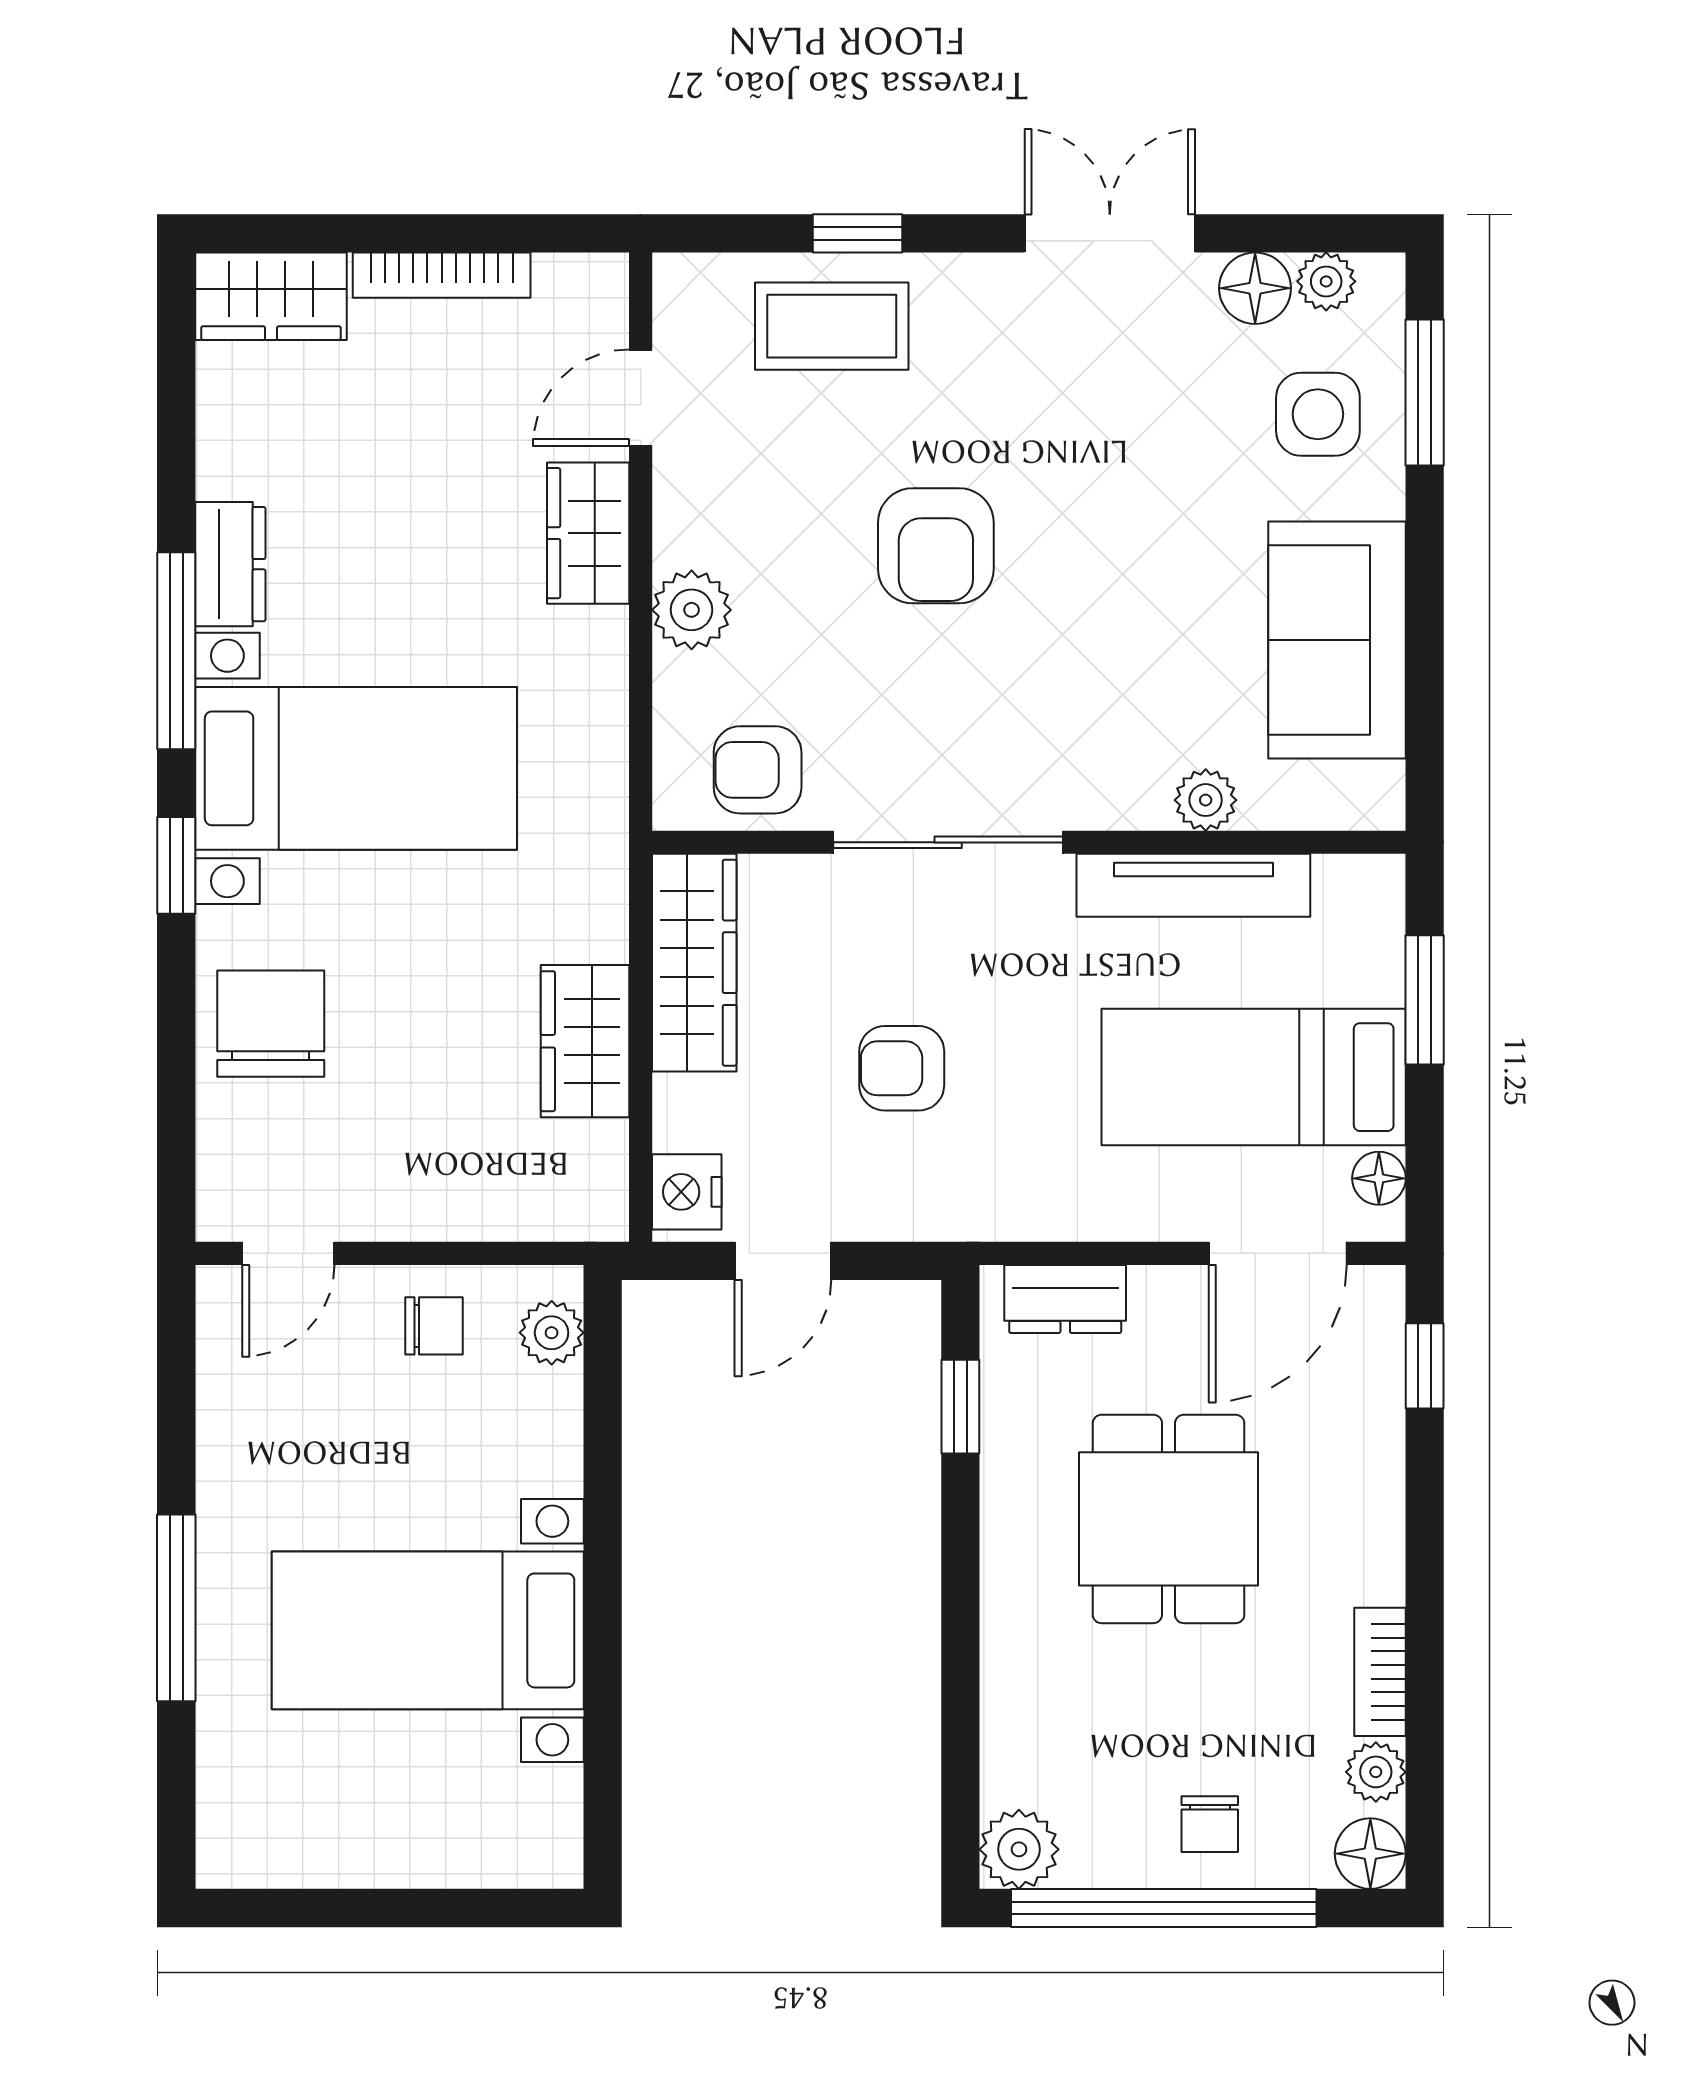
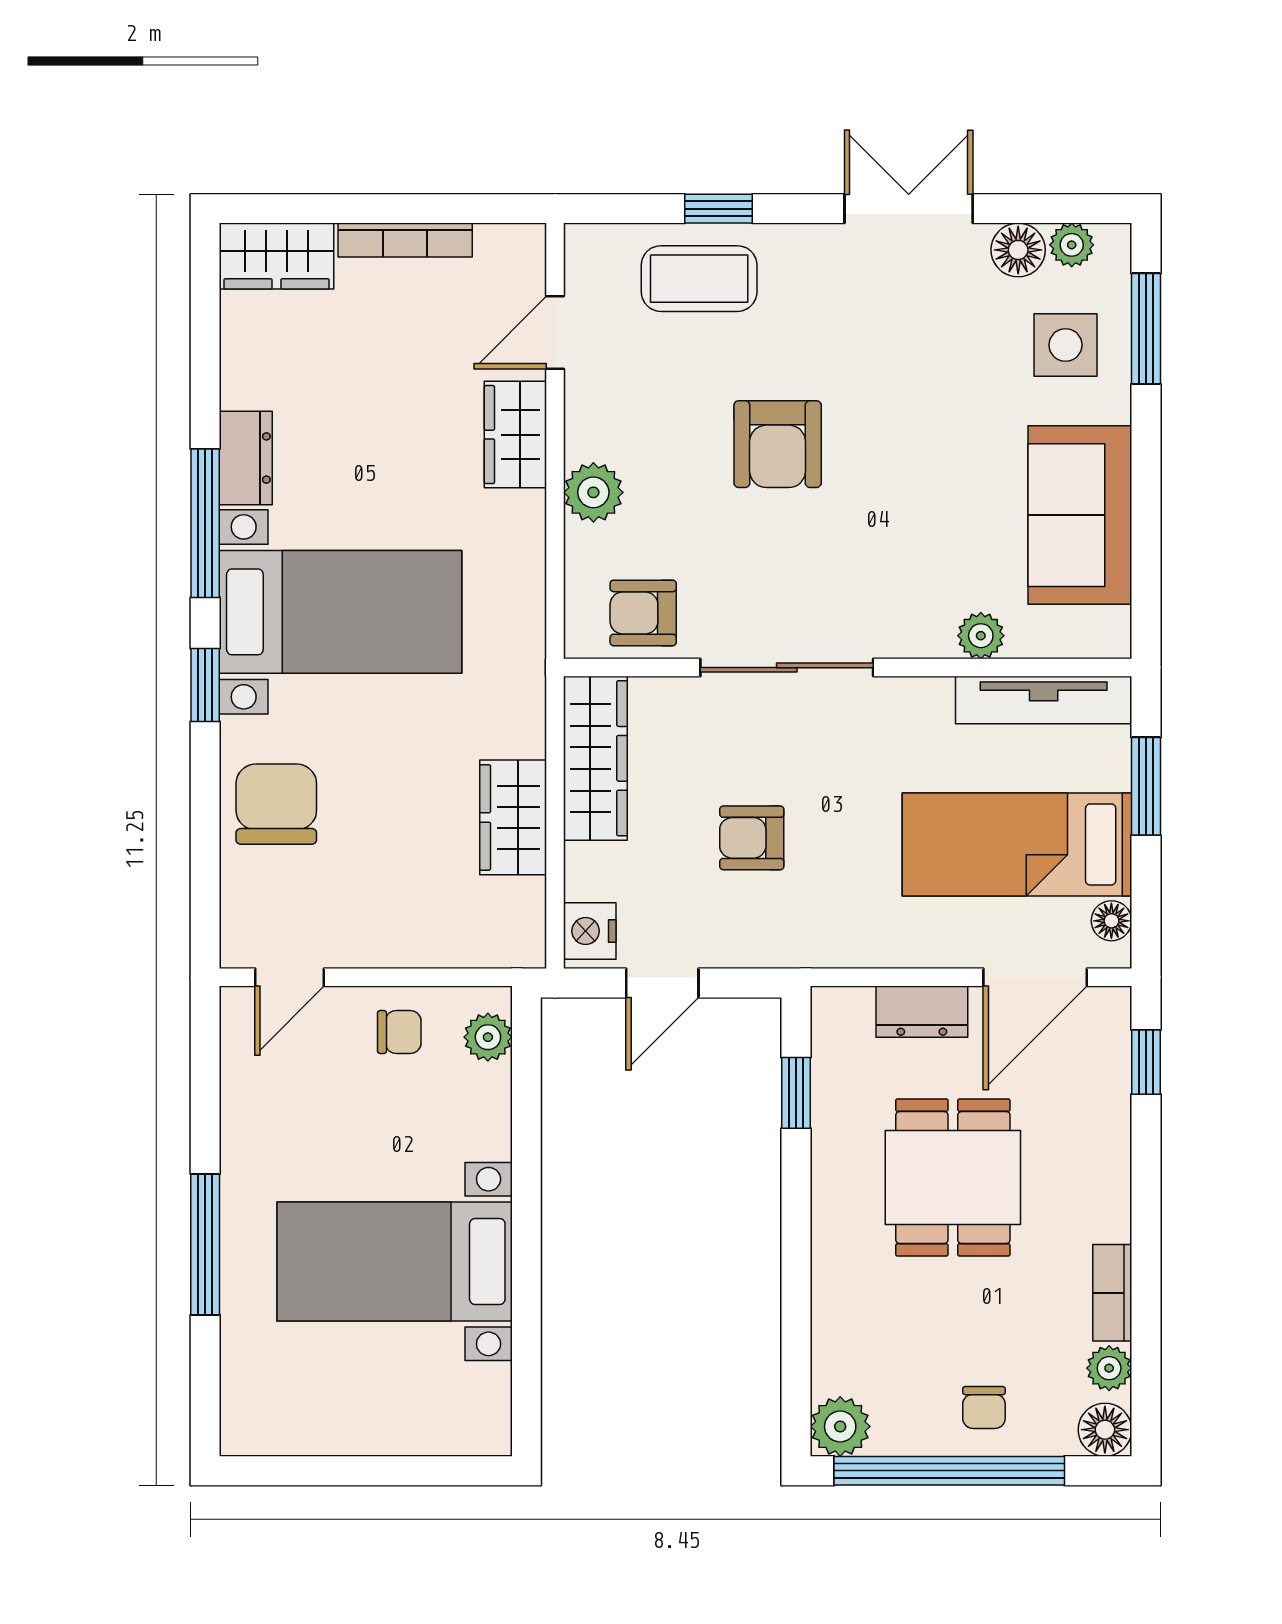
tv unit: (1193, 885) -> (1044, 700), moved
dresser: (1065, 1299) -> (922, 1012), moved

